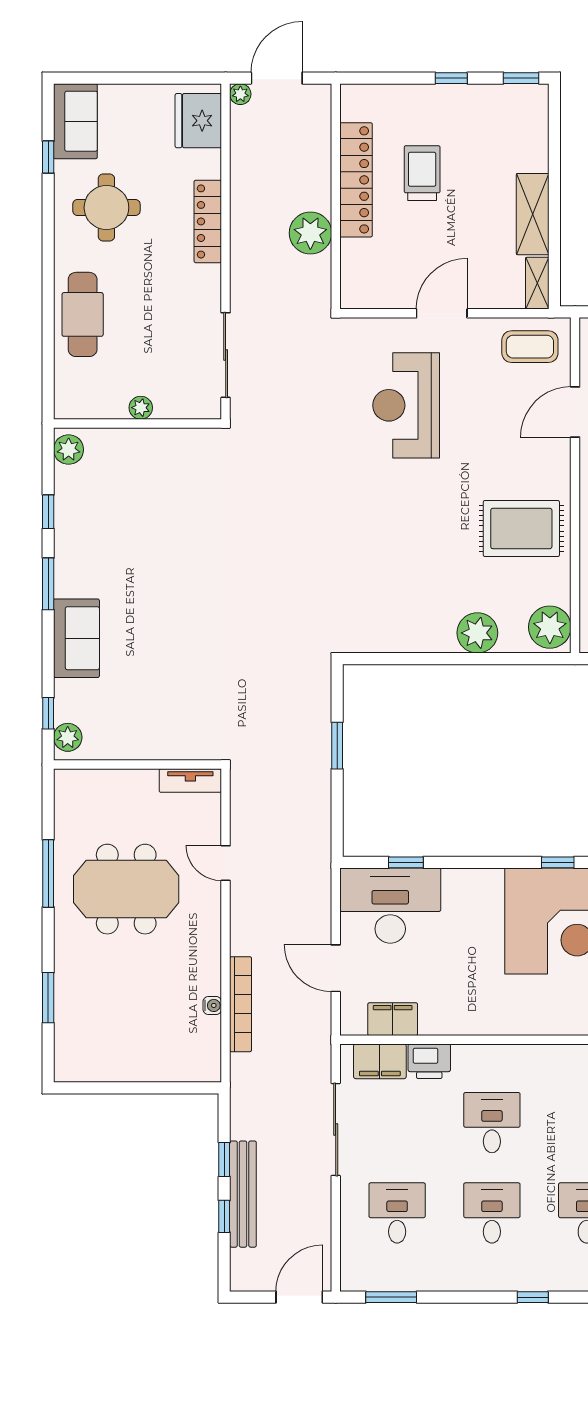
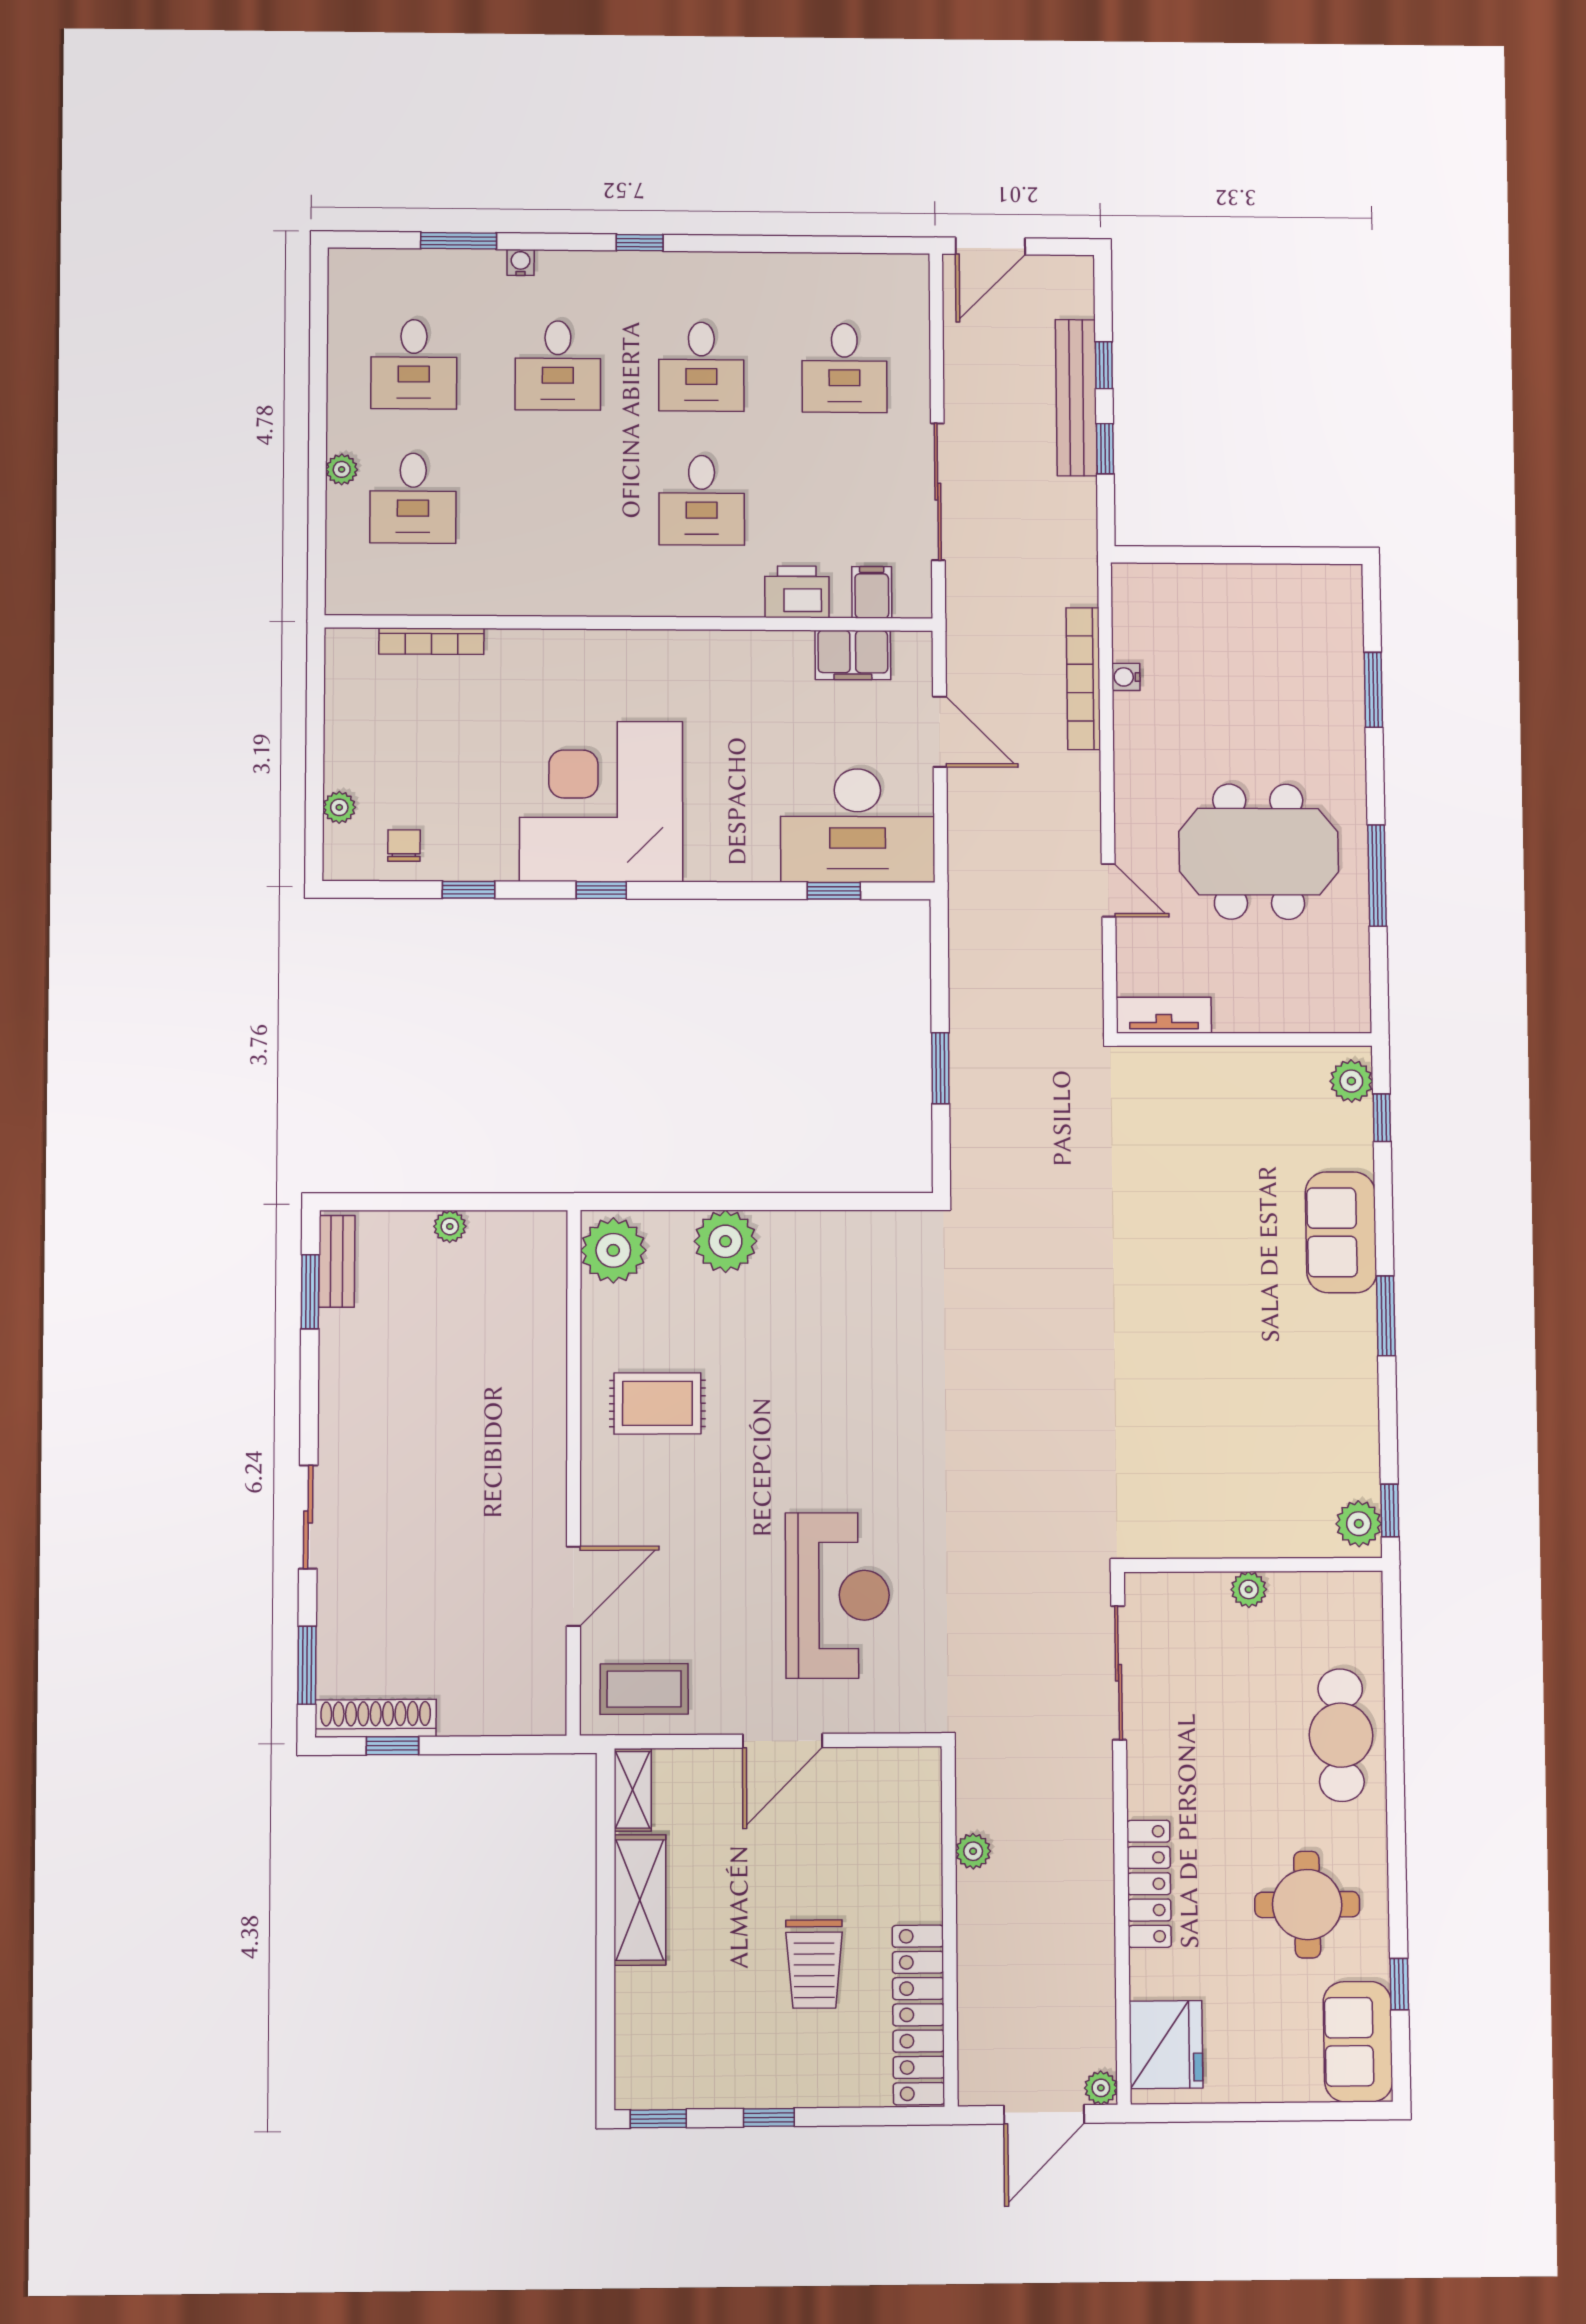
locker: (356, 180) -> (918, 2015), moved
plant: (310, 233) -> (973, 1851), width x0.53, depth x0.53
window: (48, 512) -> (1390, 1510), moved
rug: (521, 528) -> (657, 1403), width x0.73, depth x0.70
filing cabinet: (380, 1061) -> (872, 592), width x0.50
window: (391, 1297) -> (853, 245), removed

